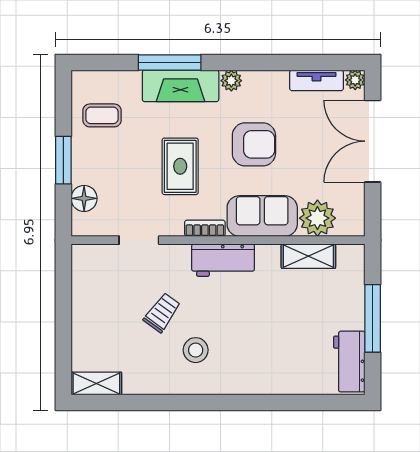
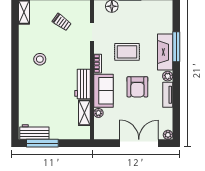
tv unit: (316, 80) -> (168, 95), moved
coffee table: (102, 115) -> (151, 15), removed
plant: (317, 218) -> (98, 113), width x0.53, depth x0.53
workbench: (223, 260) -> (82, 84), moved
trolley: (162, 313) -> (62, 22), moved
window: (373, 318) -> (42, 143), moved

